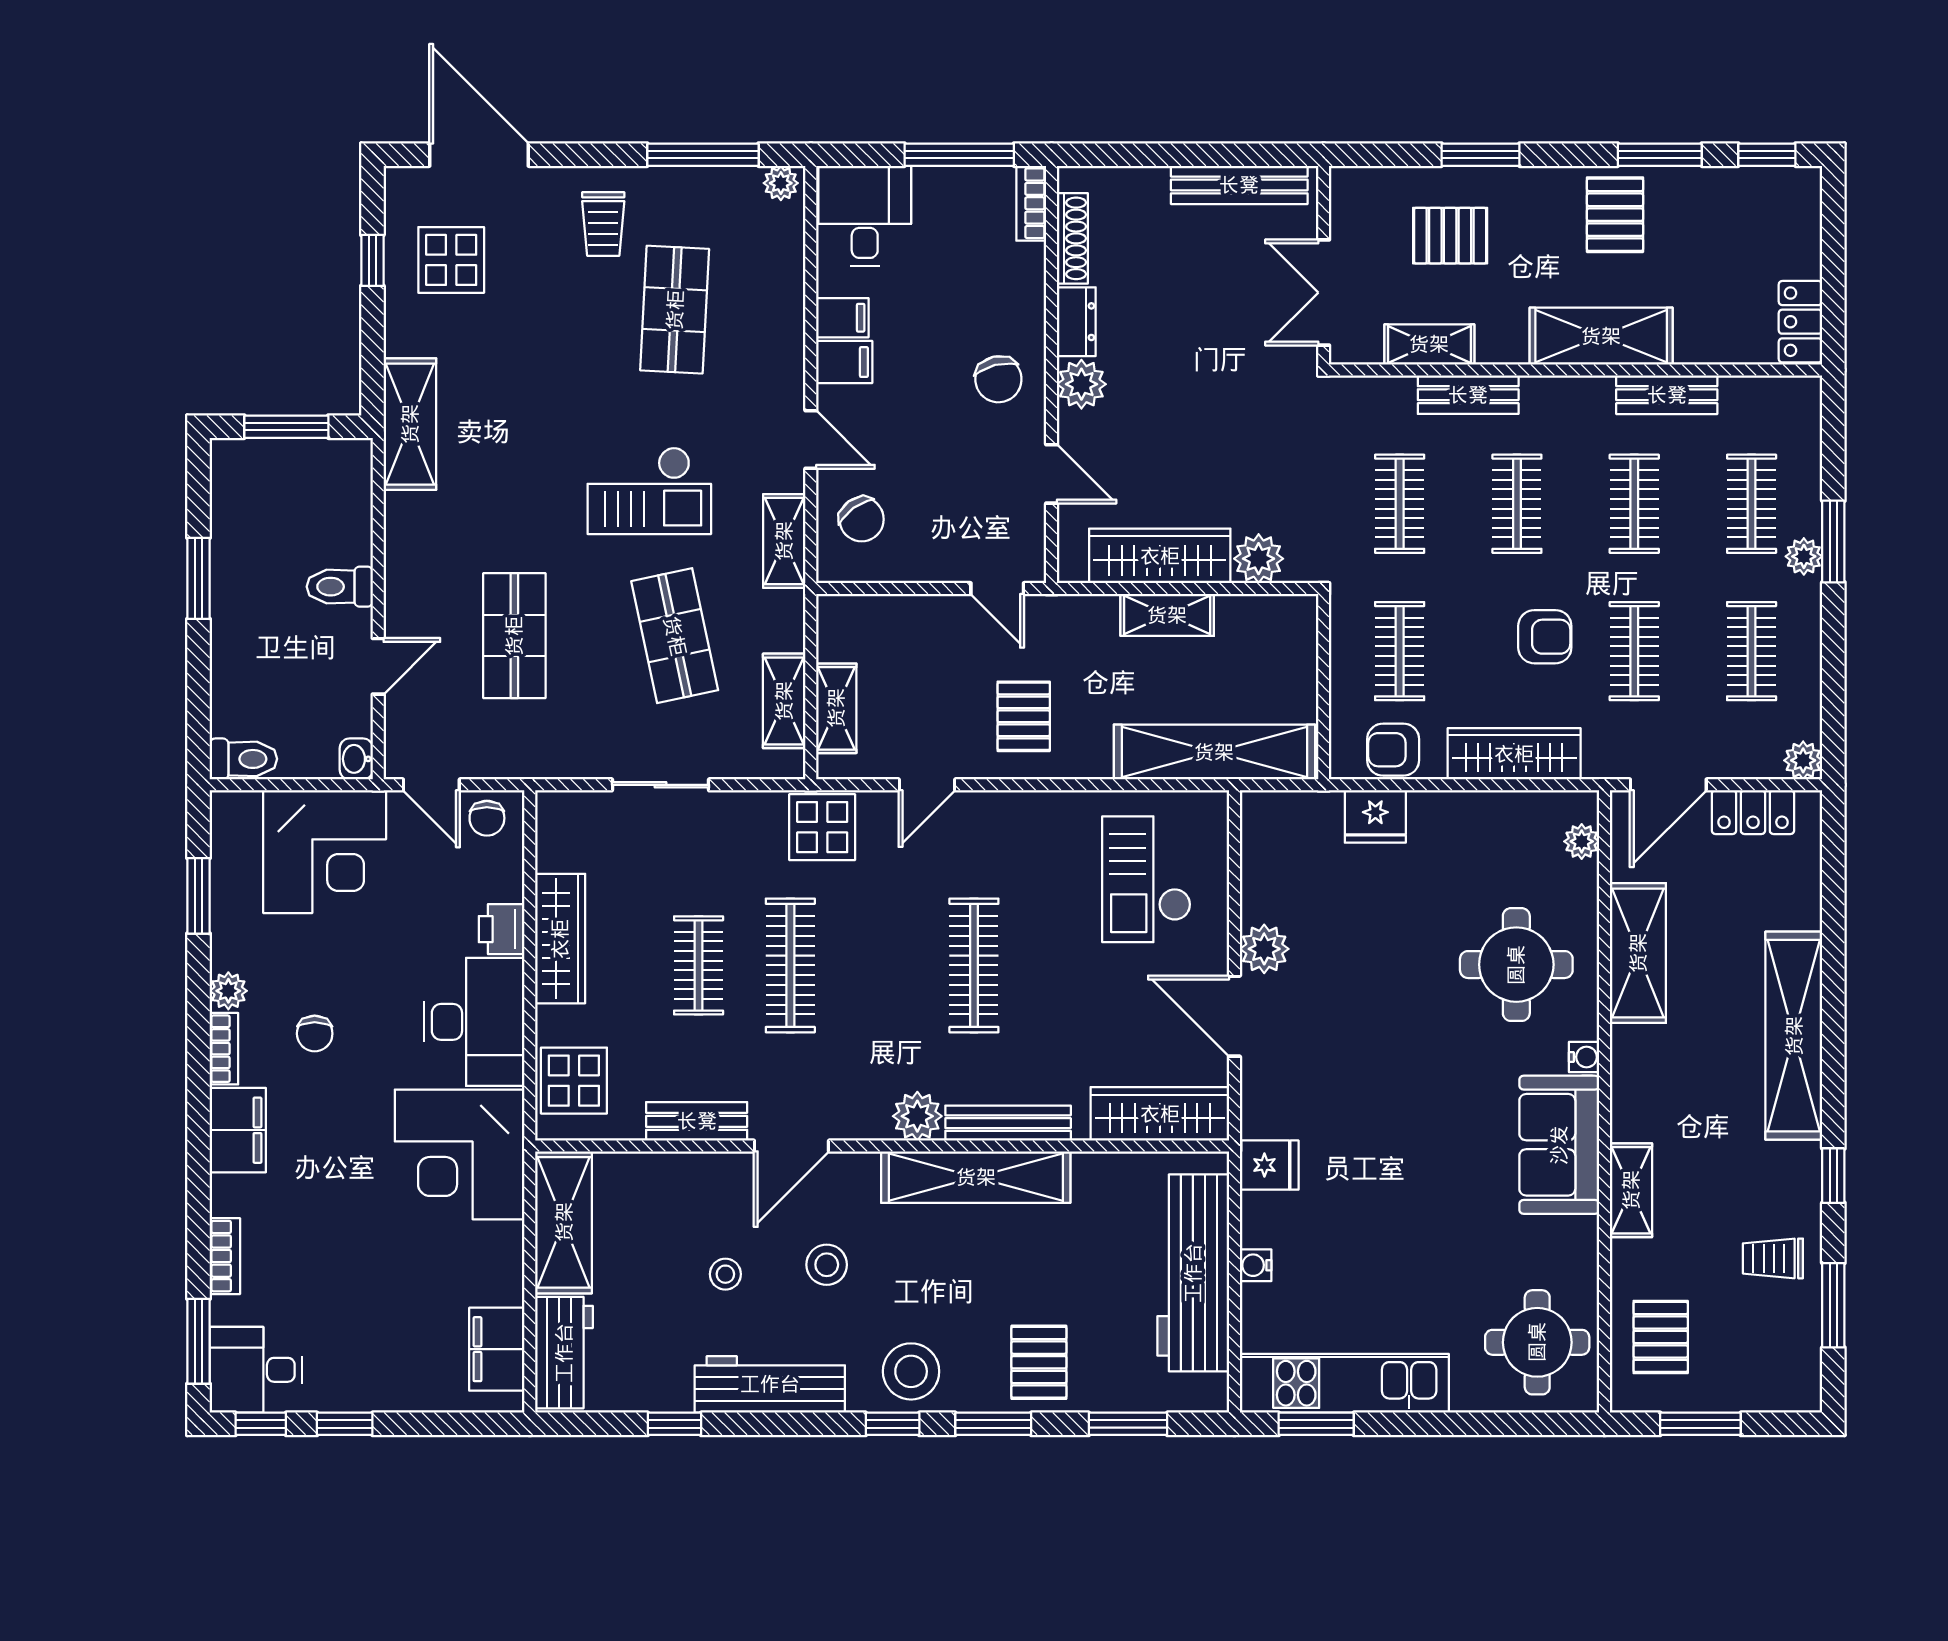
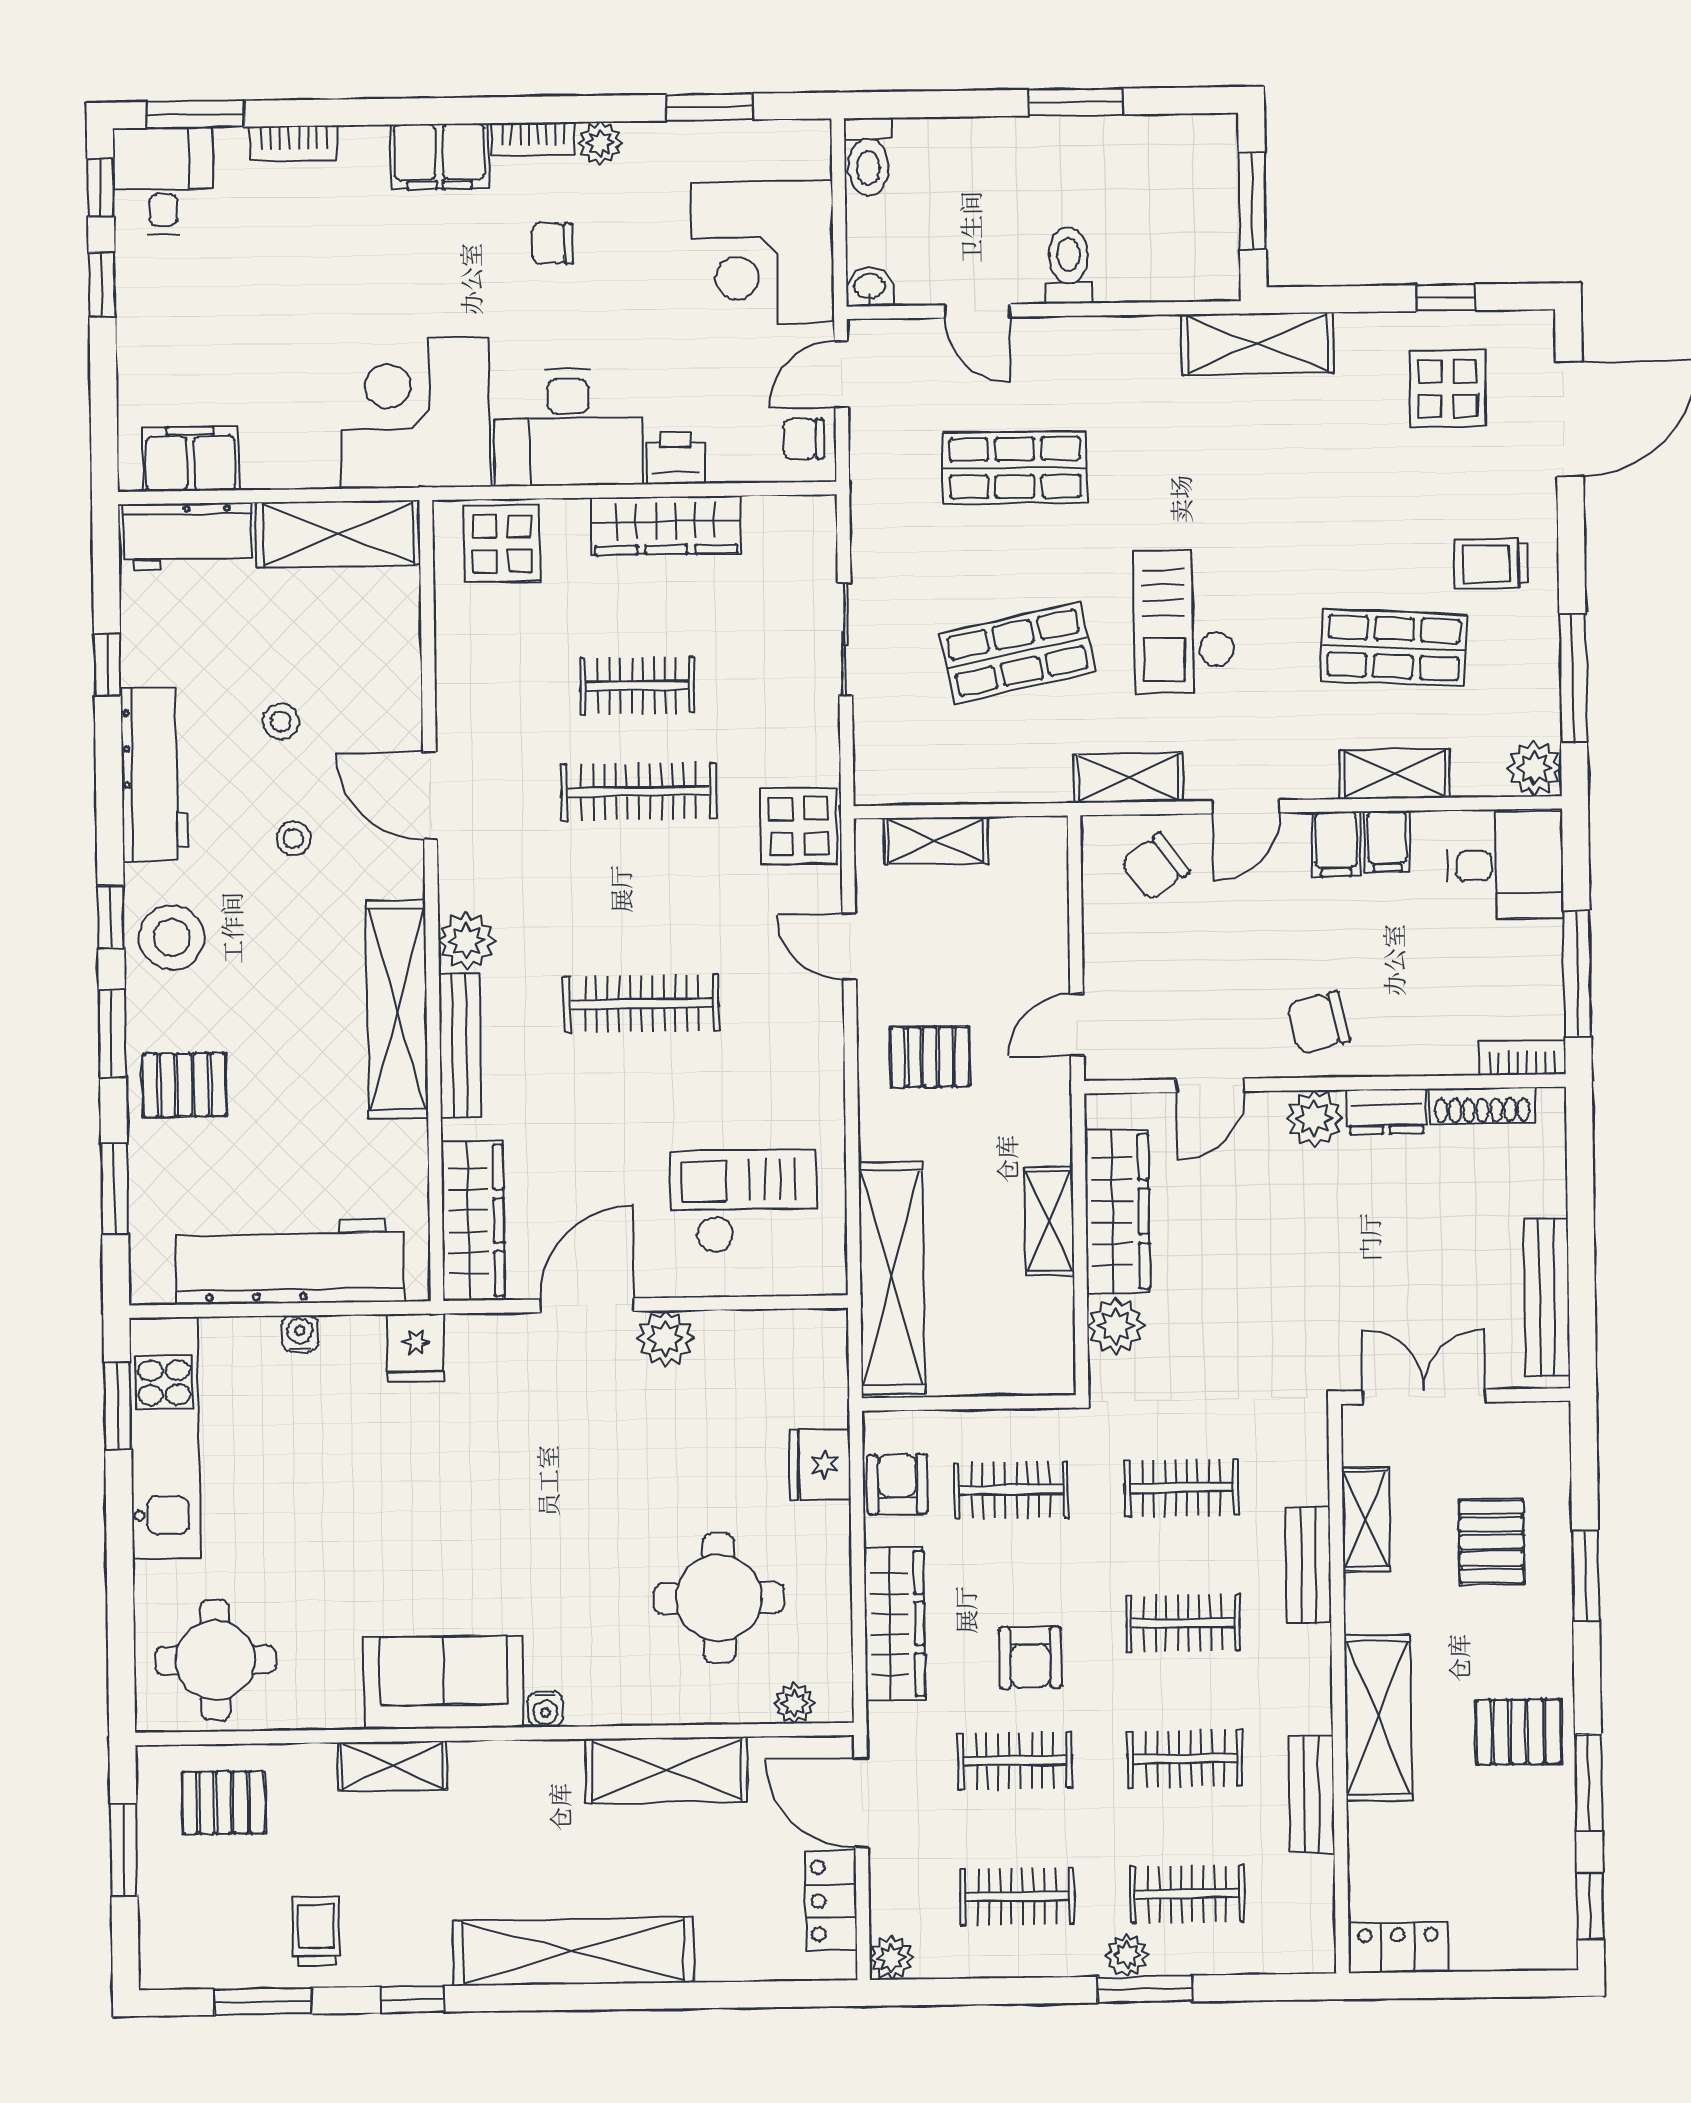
plant: (781, 183) -> (1534, 768), width x1.38, depth x1.38
shelving: (784, 701) -> (1395, 774), moved
round table: (1516, 965) -> (719, 1598), moved
bench: (697, 1121) -> (457, 686), removed
stool: (827, 1265) -> (293, 838), width x0.73, depth x0.73

